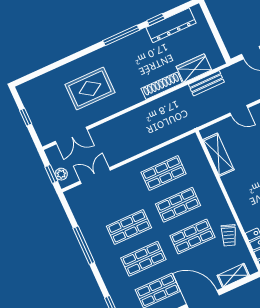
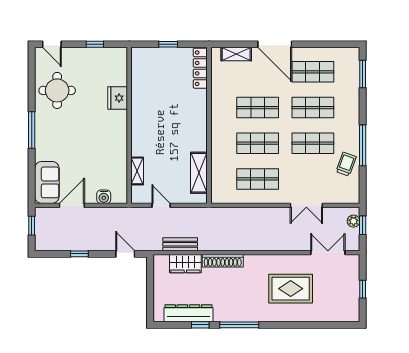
double door: (95, 176) -> (306, 205), moved
trolley: (229, 235) -> (346, 164), moved

